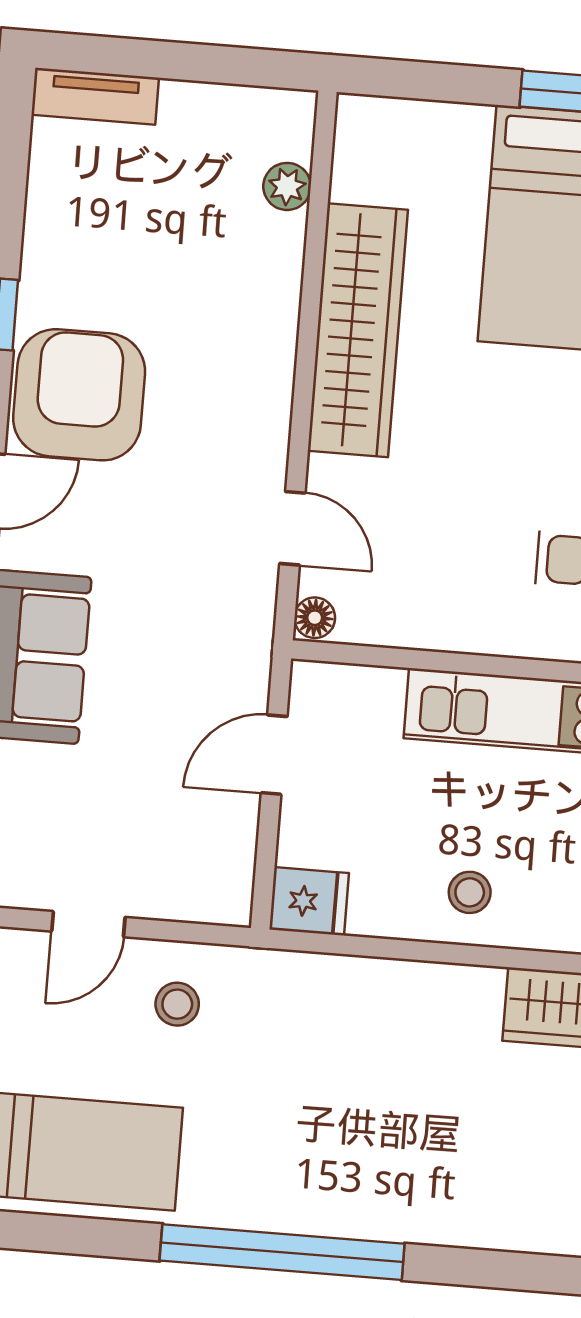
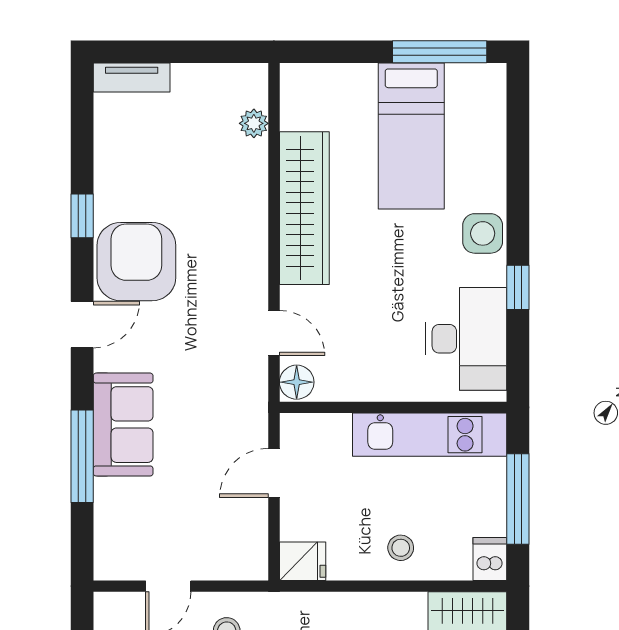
floor lamp: (315, 618) -> (297, 382), width x1.37, depth x1.37

